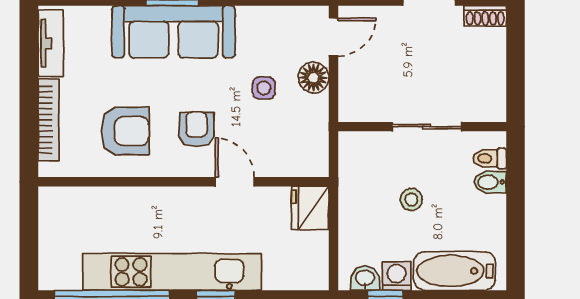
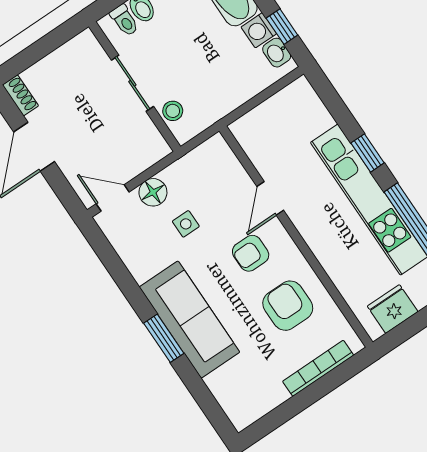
tv unit: (51, 43) -> (260, 405), removed
stool: (411, 199) -> (173, 111), moved
fridge: (310, 208) -> (393, 309), moved, turned 180

